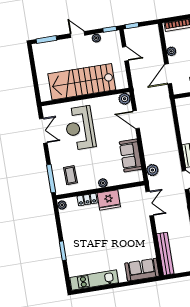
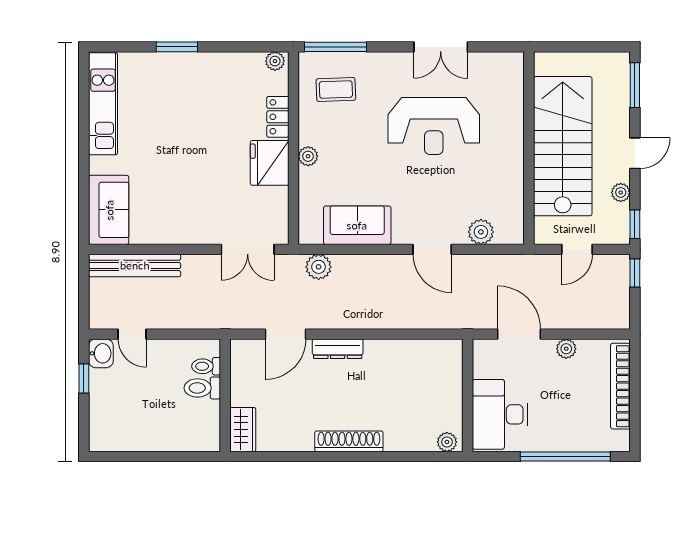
stairs: (82, 82) -> (563, 146), moved
wall: (85, 97) -> (529, 148), moved
door: (136, 120) -> (432, 249), swing flipped
reception desk: (80, 128) -> (434, 126), turned 180

